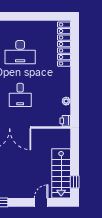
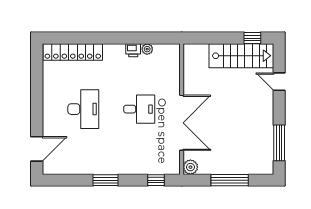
printer: (65, 121) -> (133, 50), moved

